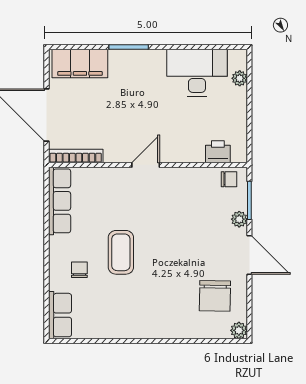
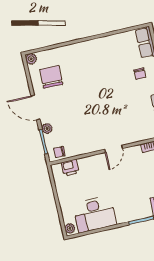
plant: (240, 78) -> (70, 228), moved
coffee table: (121, 252) -> (116, 91), removed

